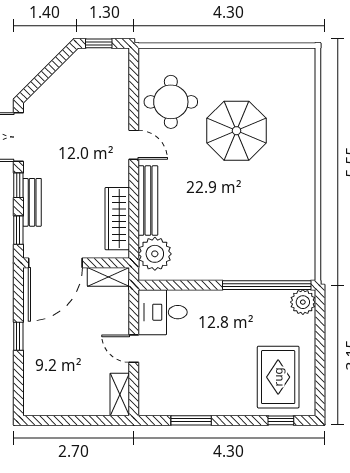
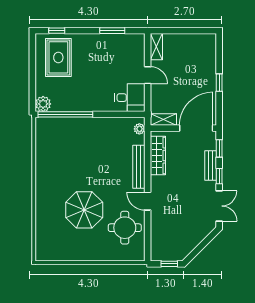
plant: (155, 254) -> (139, 129), width x0.53, depth x0.53

